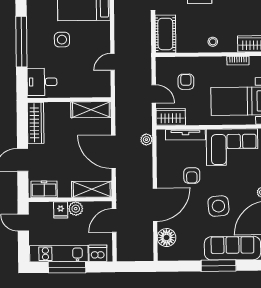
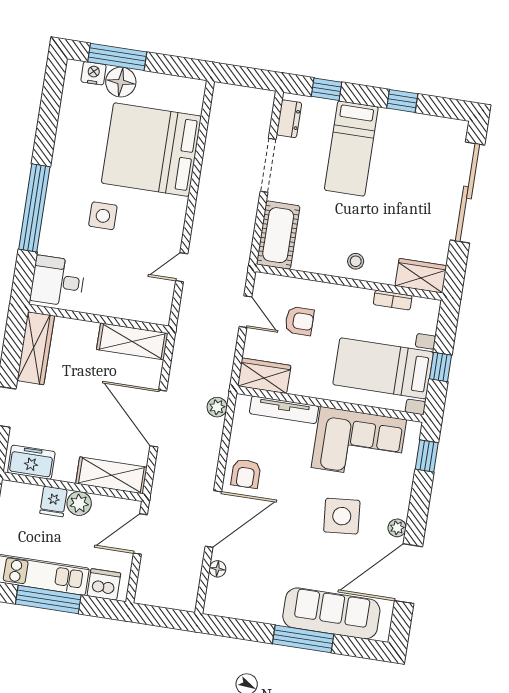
armchair: (186, 82) -> (299, 321), turned 90
door: (154, 94) -> (245, 312), moved
armchair: (192, 176) -> (246, 474), moved
side table: (218, 206) -> (342, 516), moved
floor lamp: (167, 238) -> (217, 569), width x0.53, depth x0.53

